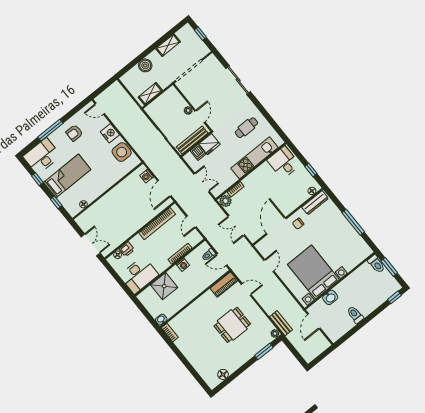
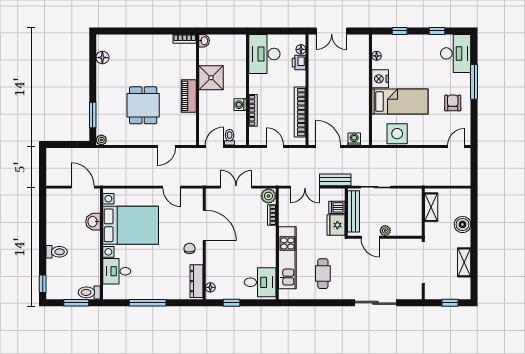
nightstand: (110, 133) -> (380, 79), moved, turned 90
bed: (67, 176) -> (400, 102), moved, turned -90
desk: (349, 258) -> (117, 271), added
piano: (224, 285) -> (189, 96), moved
shower: (164, 286) -> (211, 78), moved
toilet: (355, 315) -> (57, 252), moved
bench: (281, 323) -> (335, 180), moved

